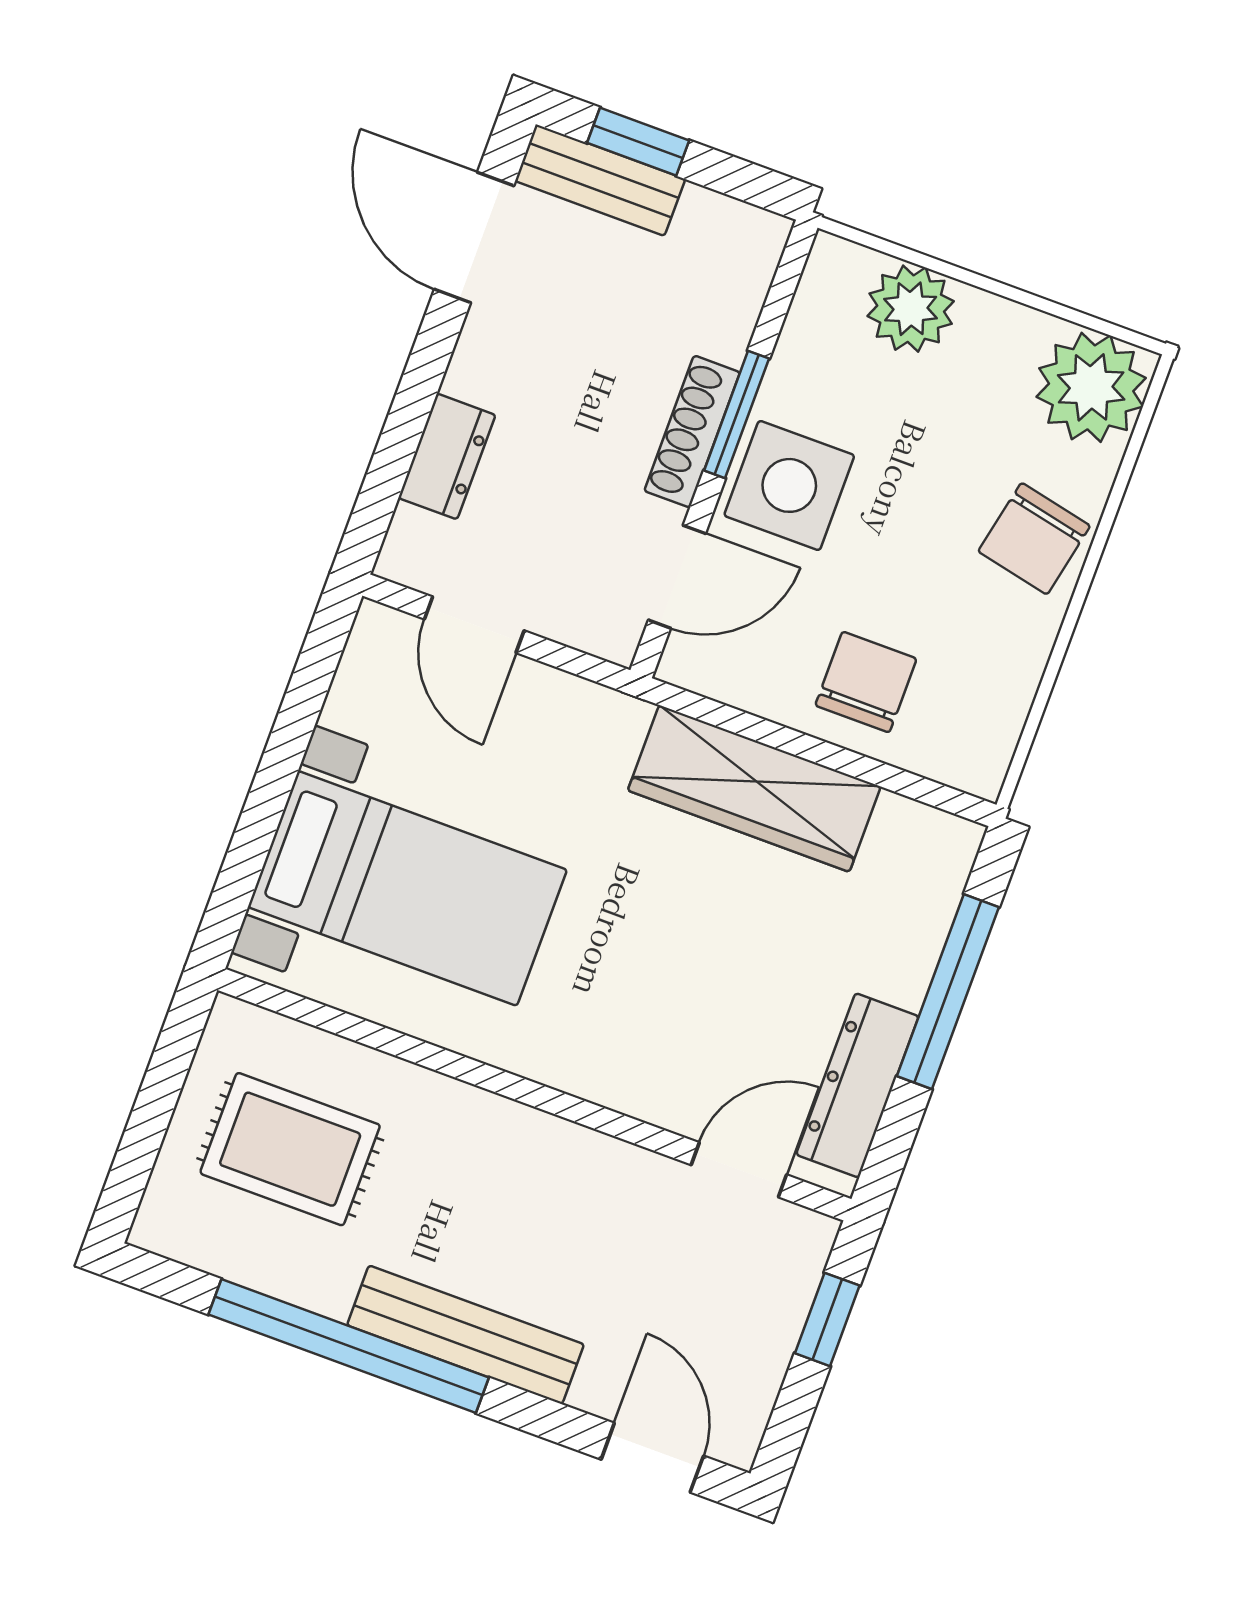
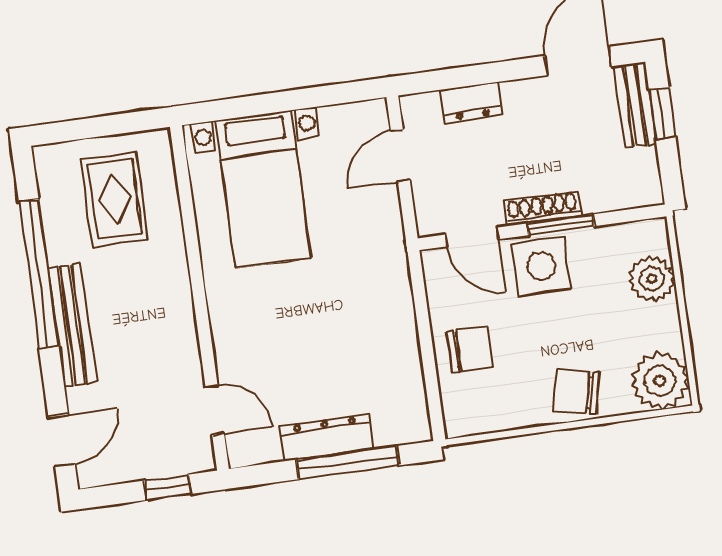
wardrobe: (754, 788) -> (394, 324), removed
dresser: (857, 1085) -> (326, 438), moved

